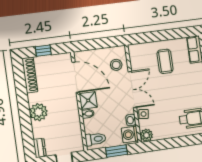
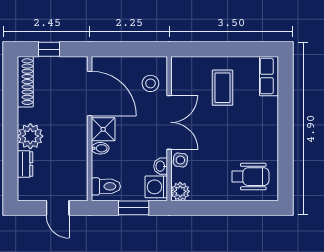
dresser: (40, 148) -> (25, 164), moved

